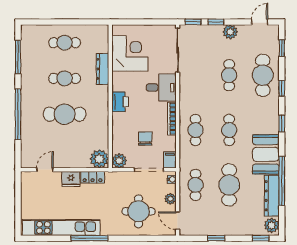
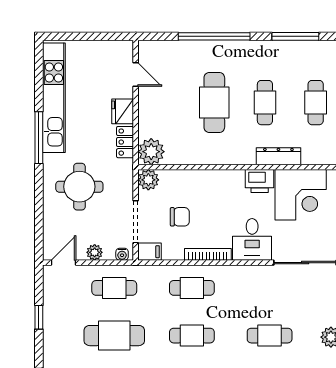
printer: (120, 102) -> (260, 181), moved
round table: (139, 211) -> (79, 187), moved

